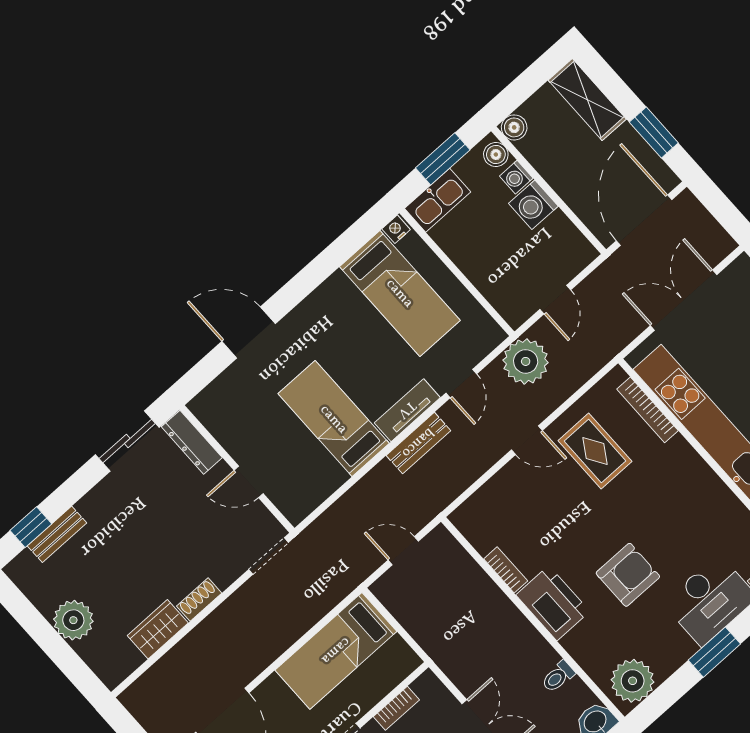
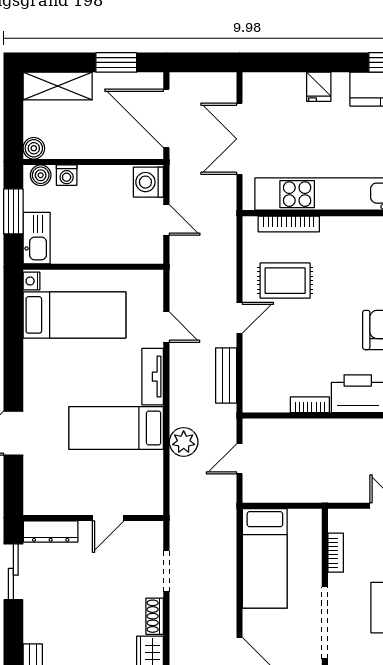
washing machine: (533, 205) -> (148, 182), moved, turned 90
plant: (526, 361) -> (184, 442), moved, width x0.73, depth x0.73
bench: (418, 443) -> (226, 375), moved
doorway: (268, 556) -> (166, 571), moved

